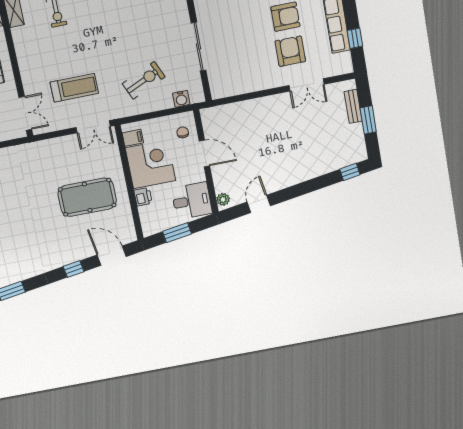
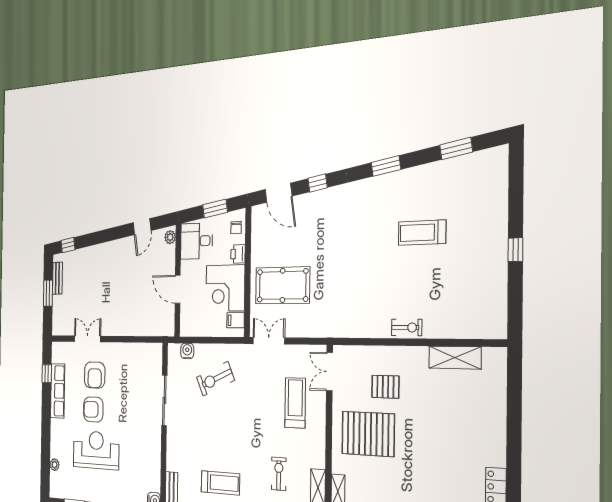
treadmill: (74, 88) -> (295, 403), moved, turned 90
bench: (353, 106) -> (57, 278), moved
chair: (183, 132) -> (236, 228), moved
pool table: (87, 197) -> (283, 285), moved

